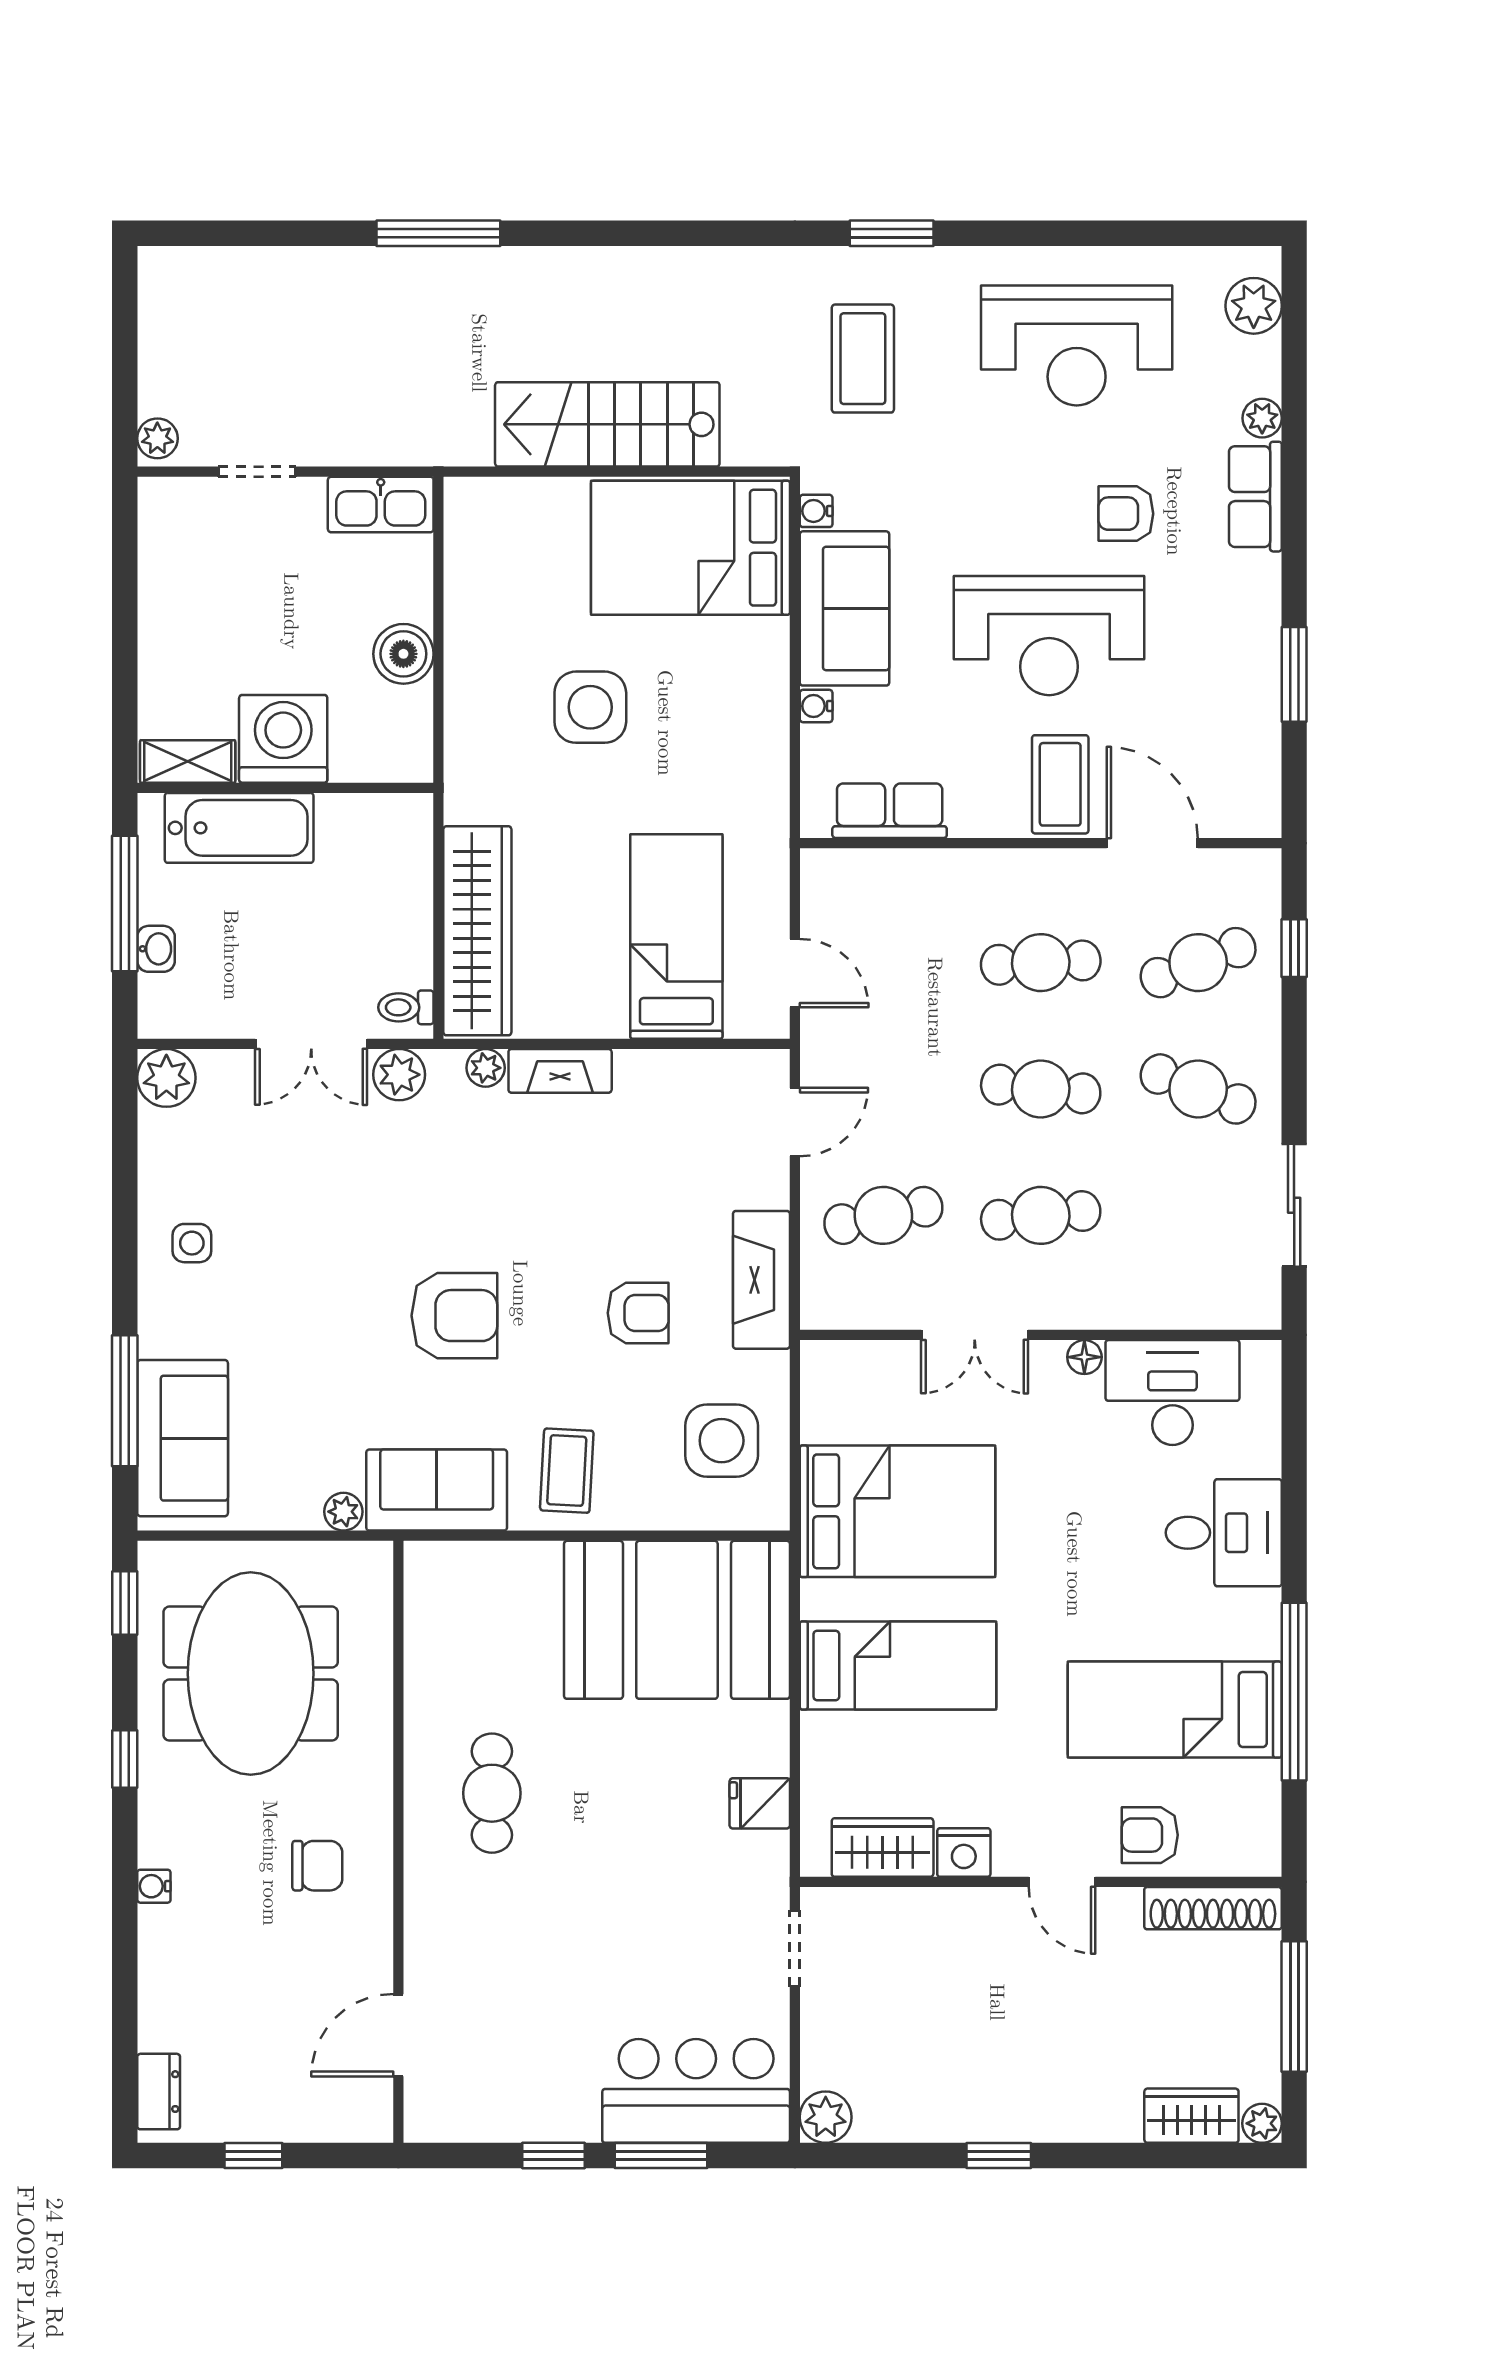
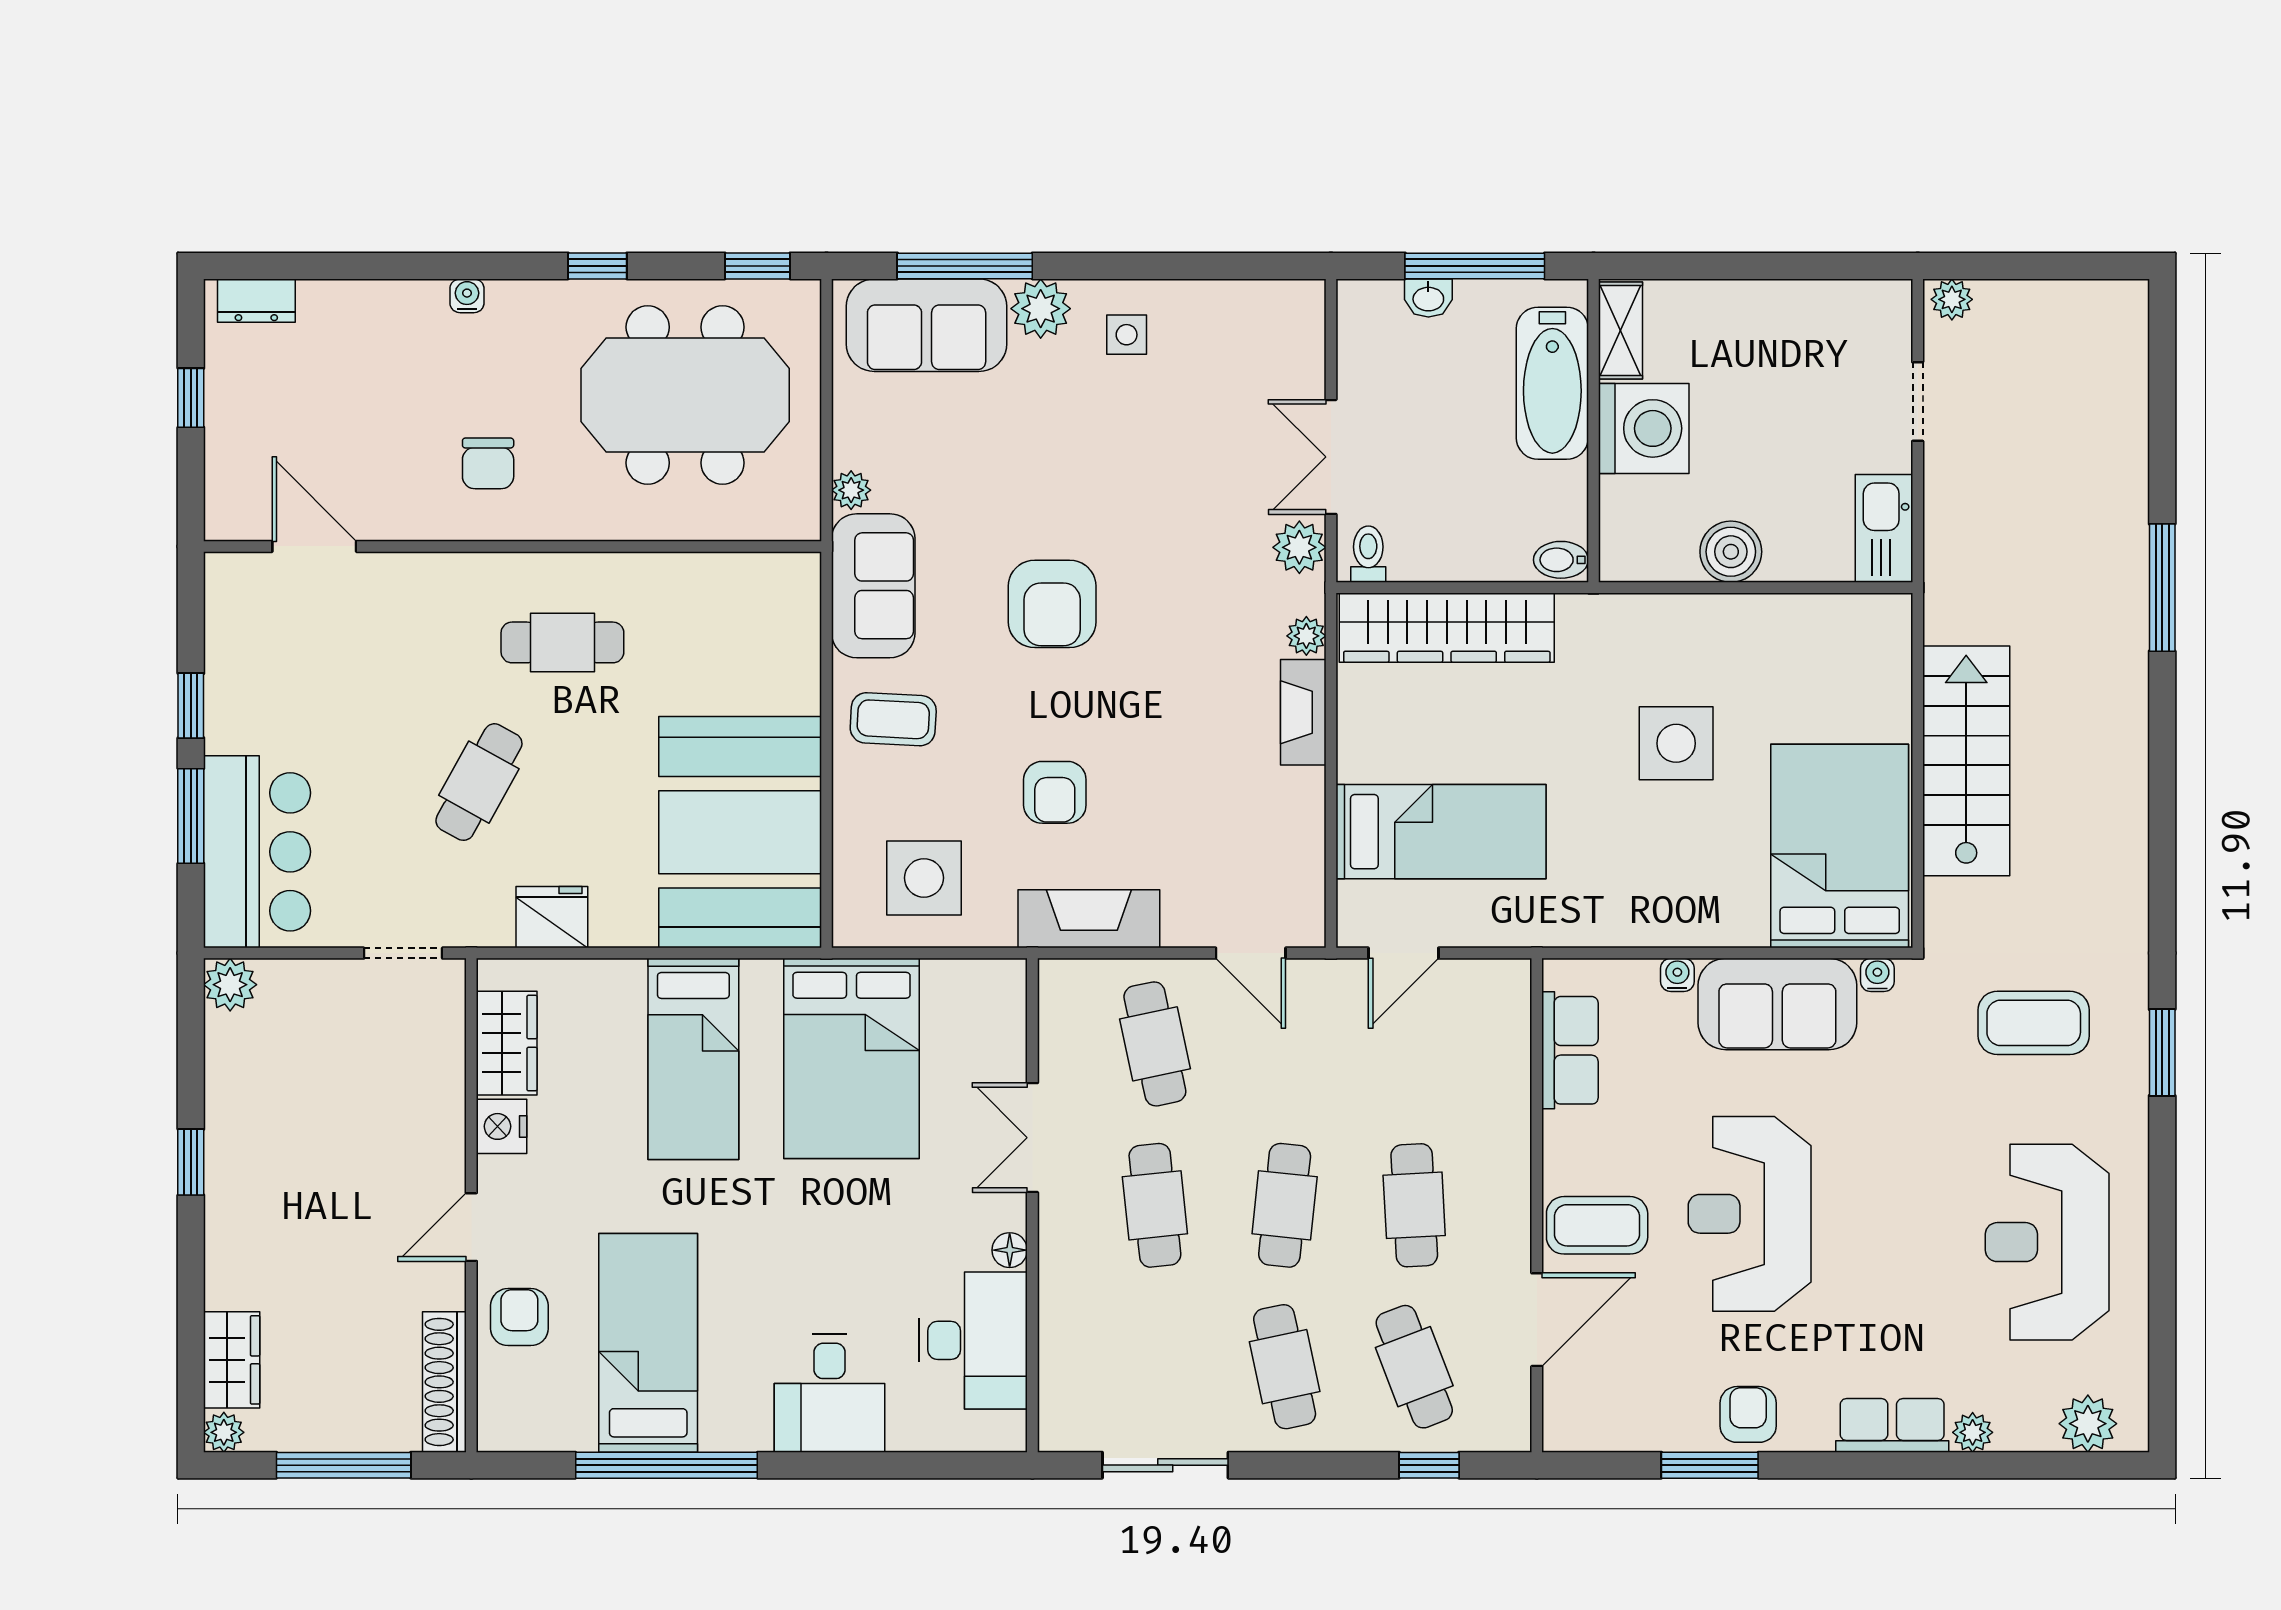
armchair: (1126, 514) -> (1748, 1414), moved
bidet: (411, 819) -> (1561, 560), added
plant: (166, 1078) -> (1041, 309), moved
cafe table: (1198, 1089) -> (1285, 1367), turned -33
fridge: (760, 1803) -> (552, 917), width x1.38
cafe table: (628, 1875) -> (479, 782), added

